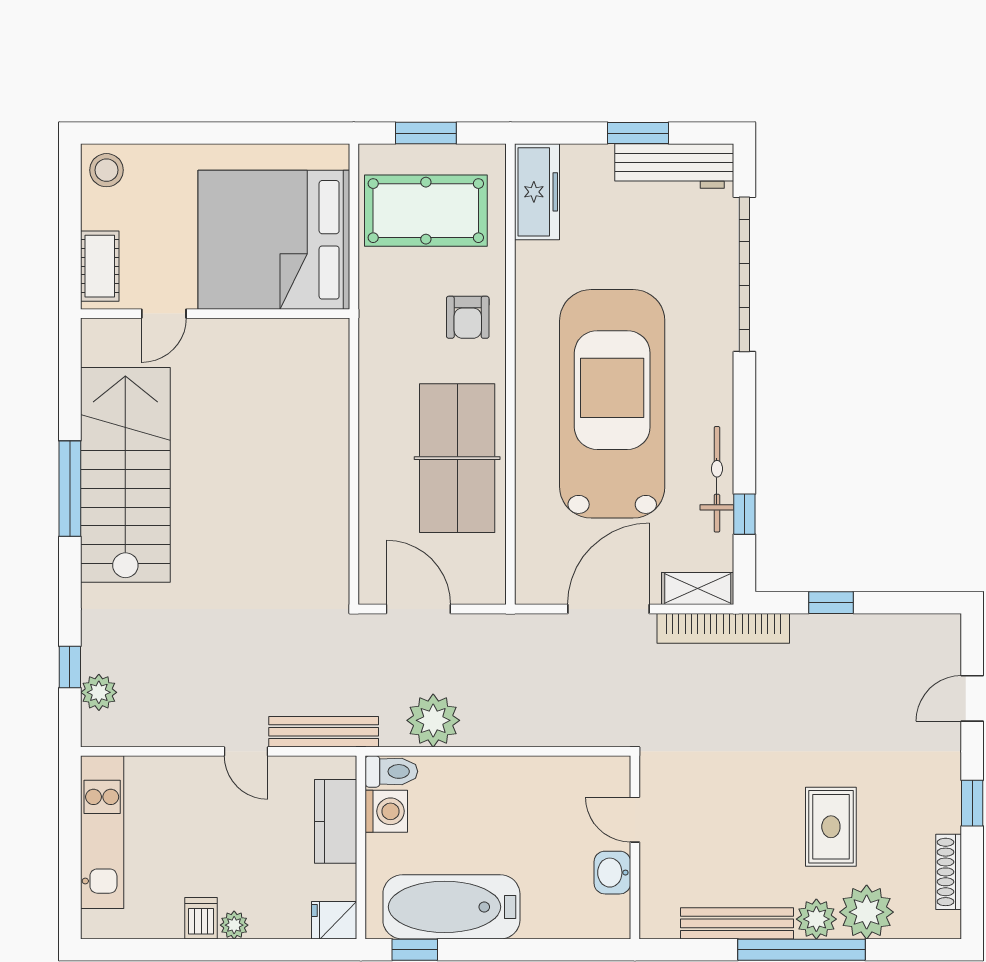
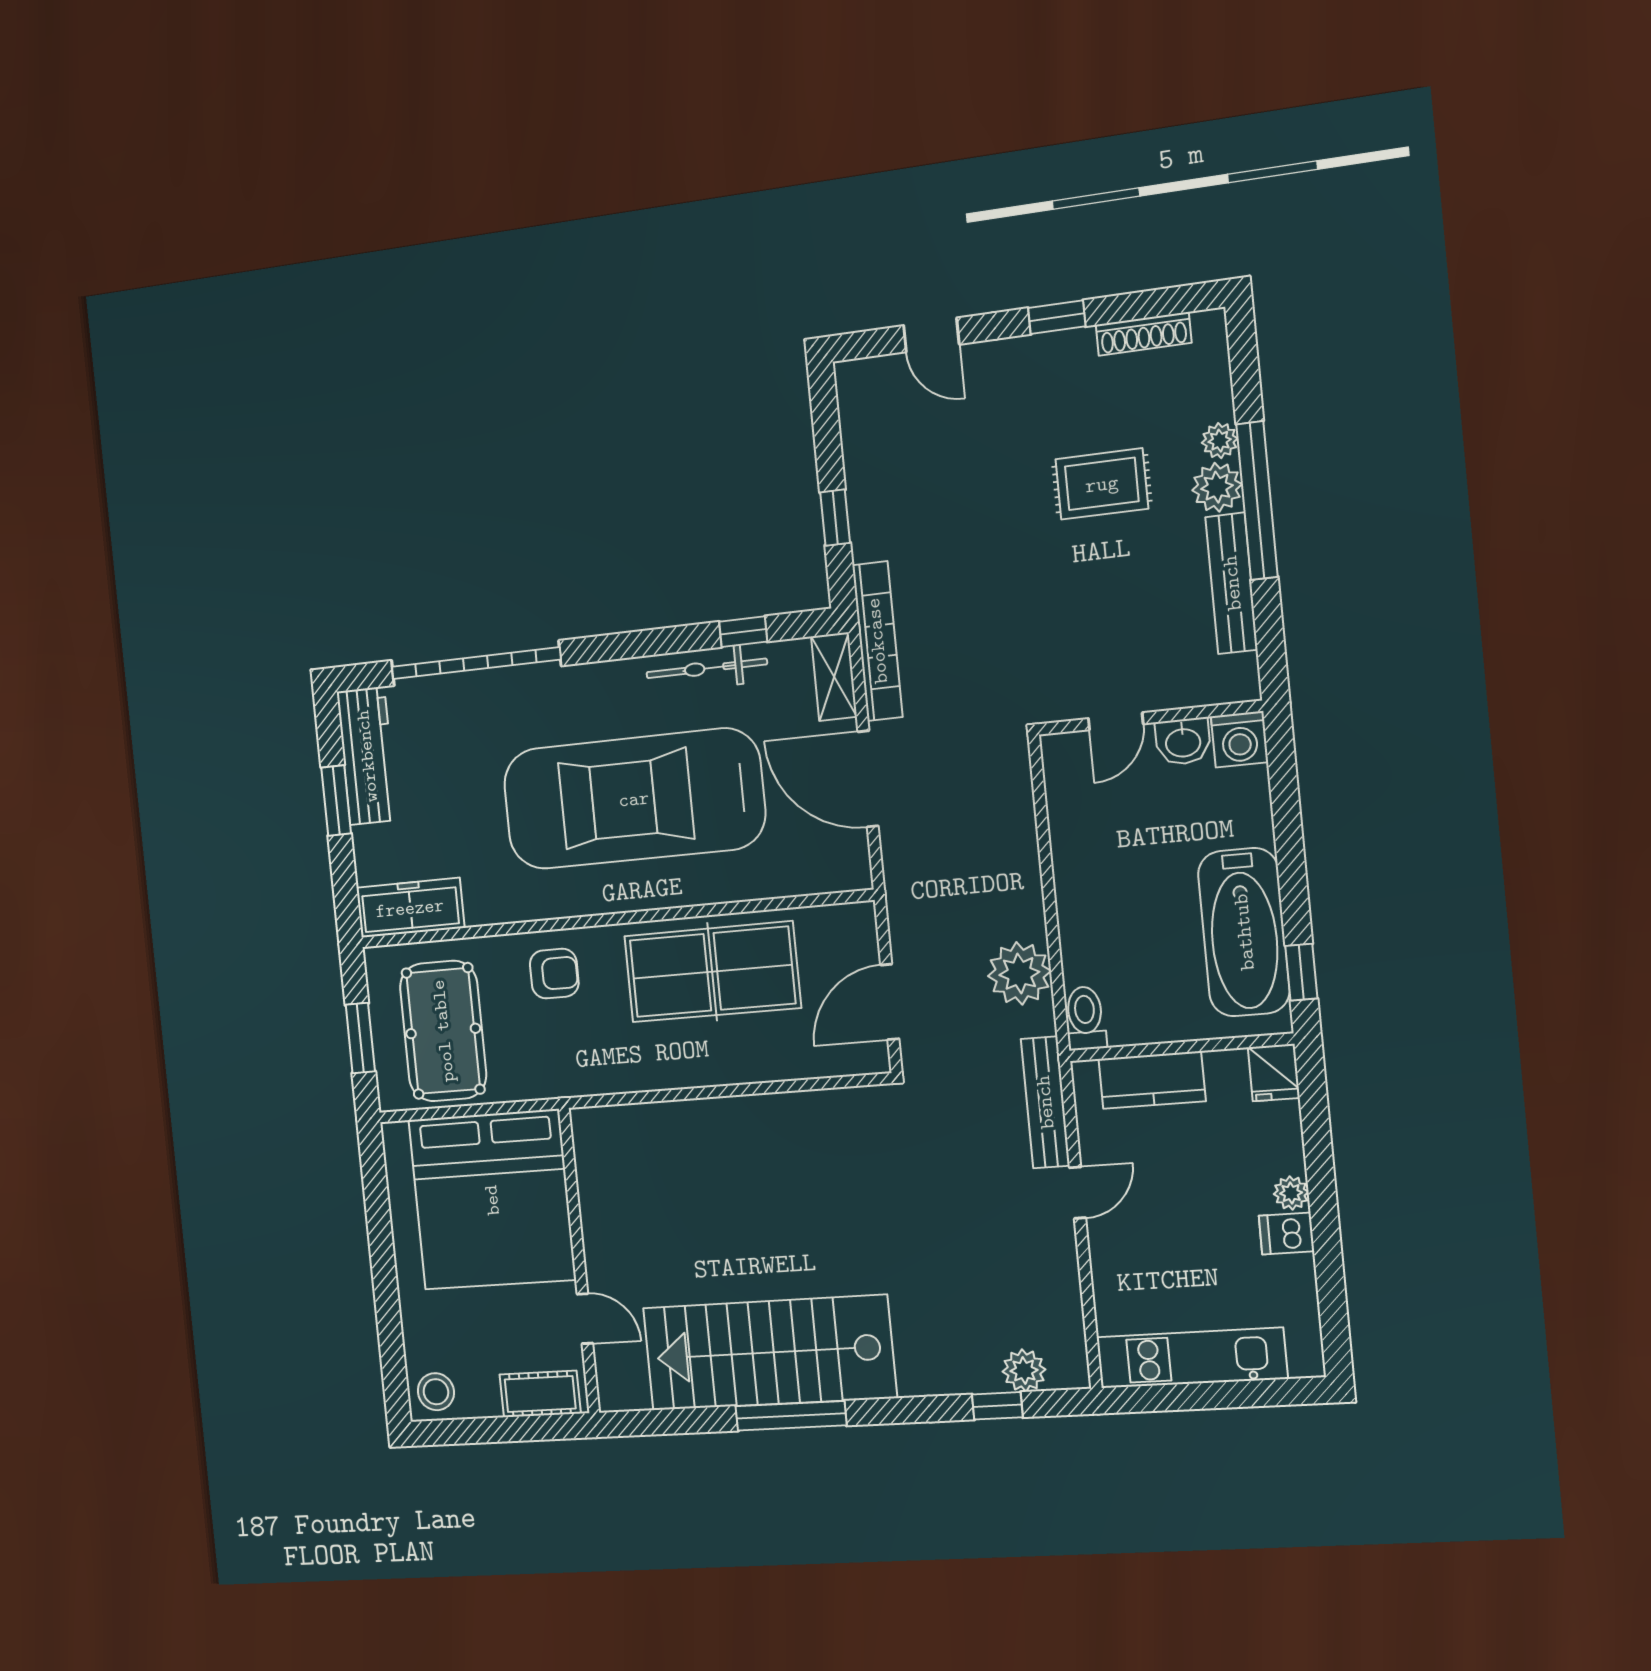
washing machine: (386, 811) -> (1240, 739), moved, turned 180
plant: (867, 912) -> (1220, 441), width x0.53, depth x0.53

